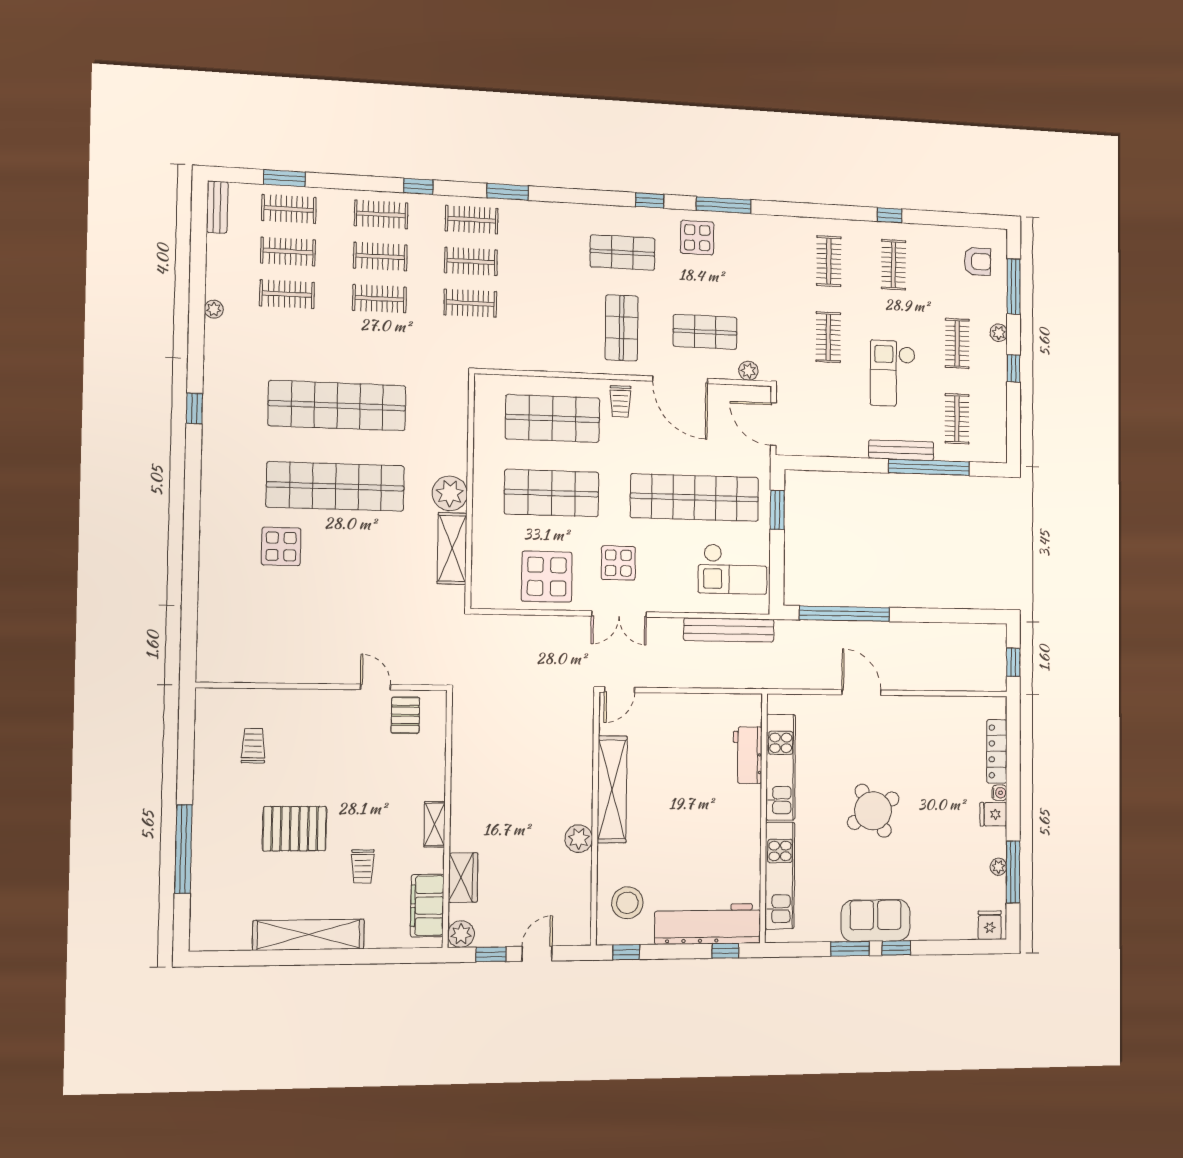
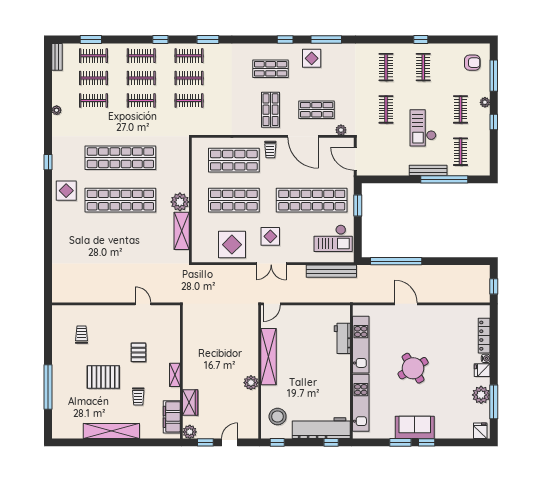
display table: (281, 546) -> (66, 191), moved
pallet: (405, 715) -> (138, 352), moved
plant: (998, 867) -> (481, 395), width x1.88, depth x1.88

